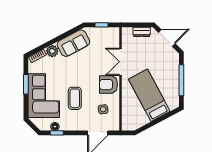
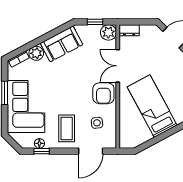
dresser: (142, 32) -> (129, 30), moved
plant: (113, 34) -> (108, 32), added
armchair: (109, 85) -> (103, 93), turned -90
coffee table: (75, 98) -> (67, 128), moved

